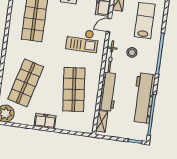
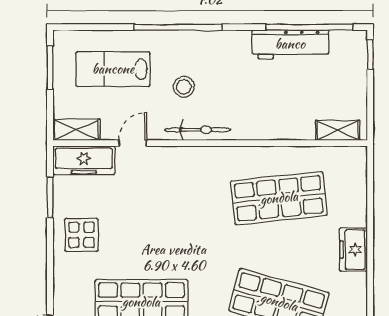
door: (109, 25) -> (133, 143), swing flipped
checkout: (82, 40) -> (172, 194), removed
workbench: (108, 92) -> (273, 125), removed
workbench: (144, 98) -> (290, 44), width x0.73, depth x0.76

